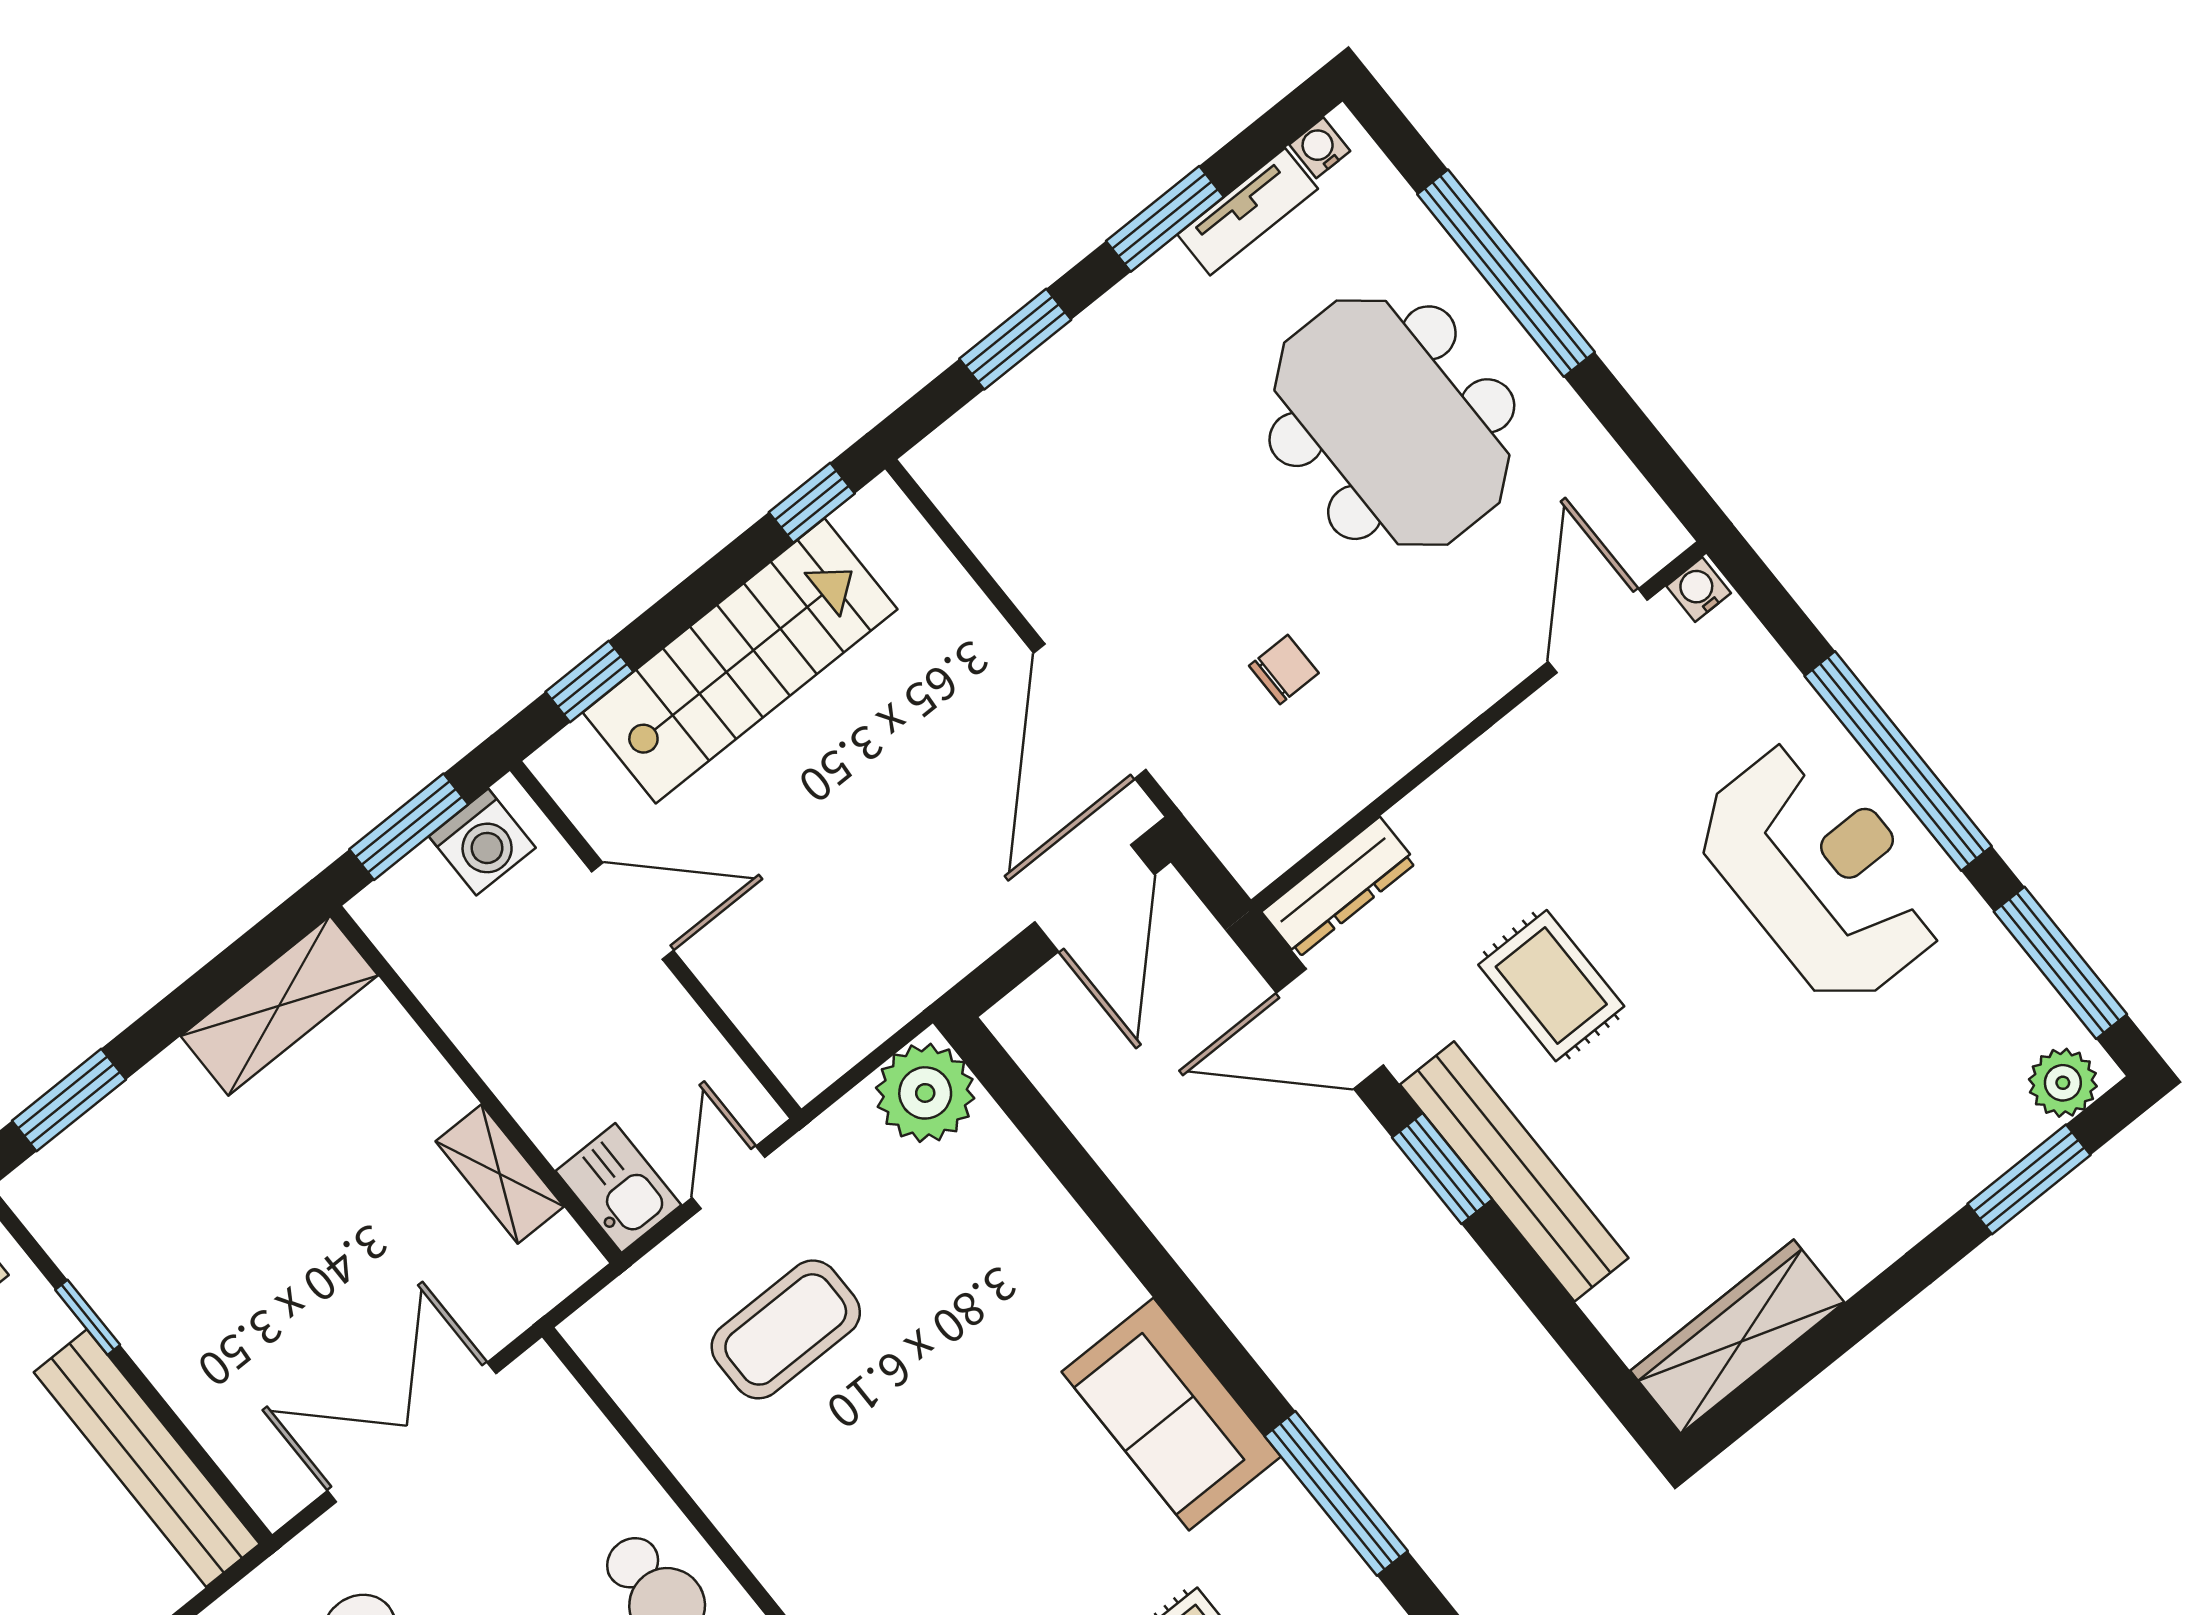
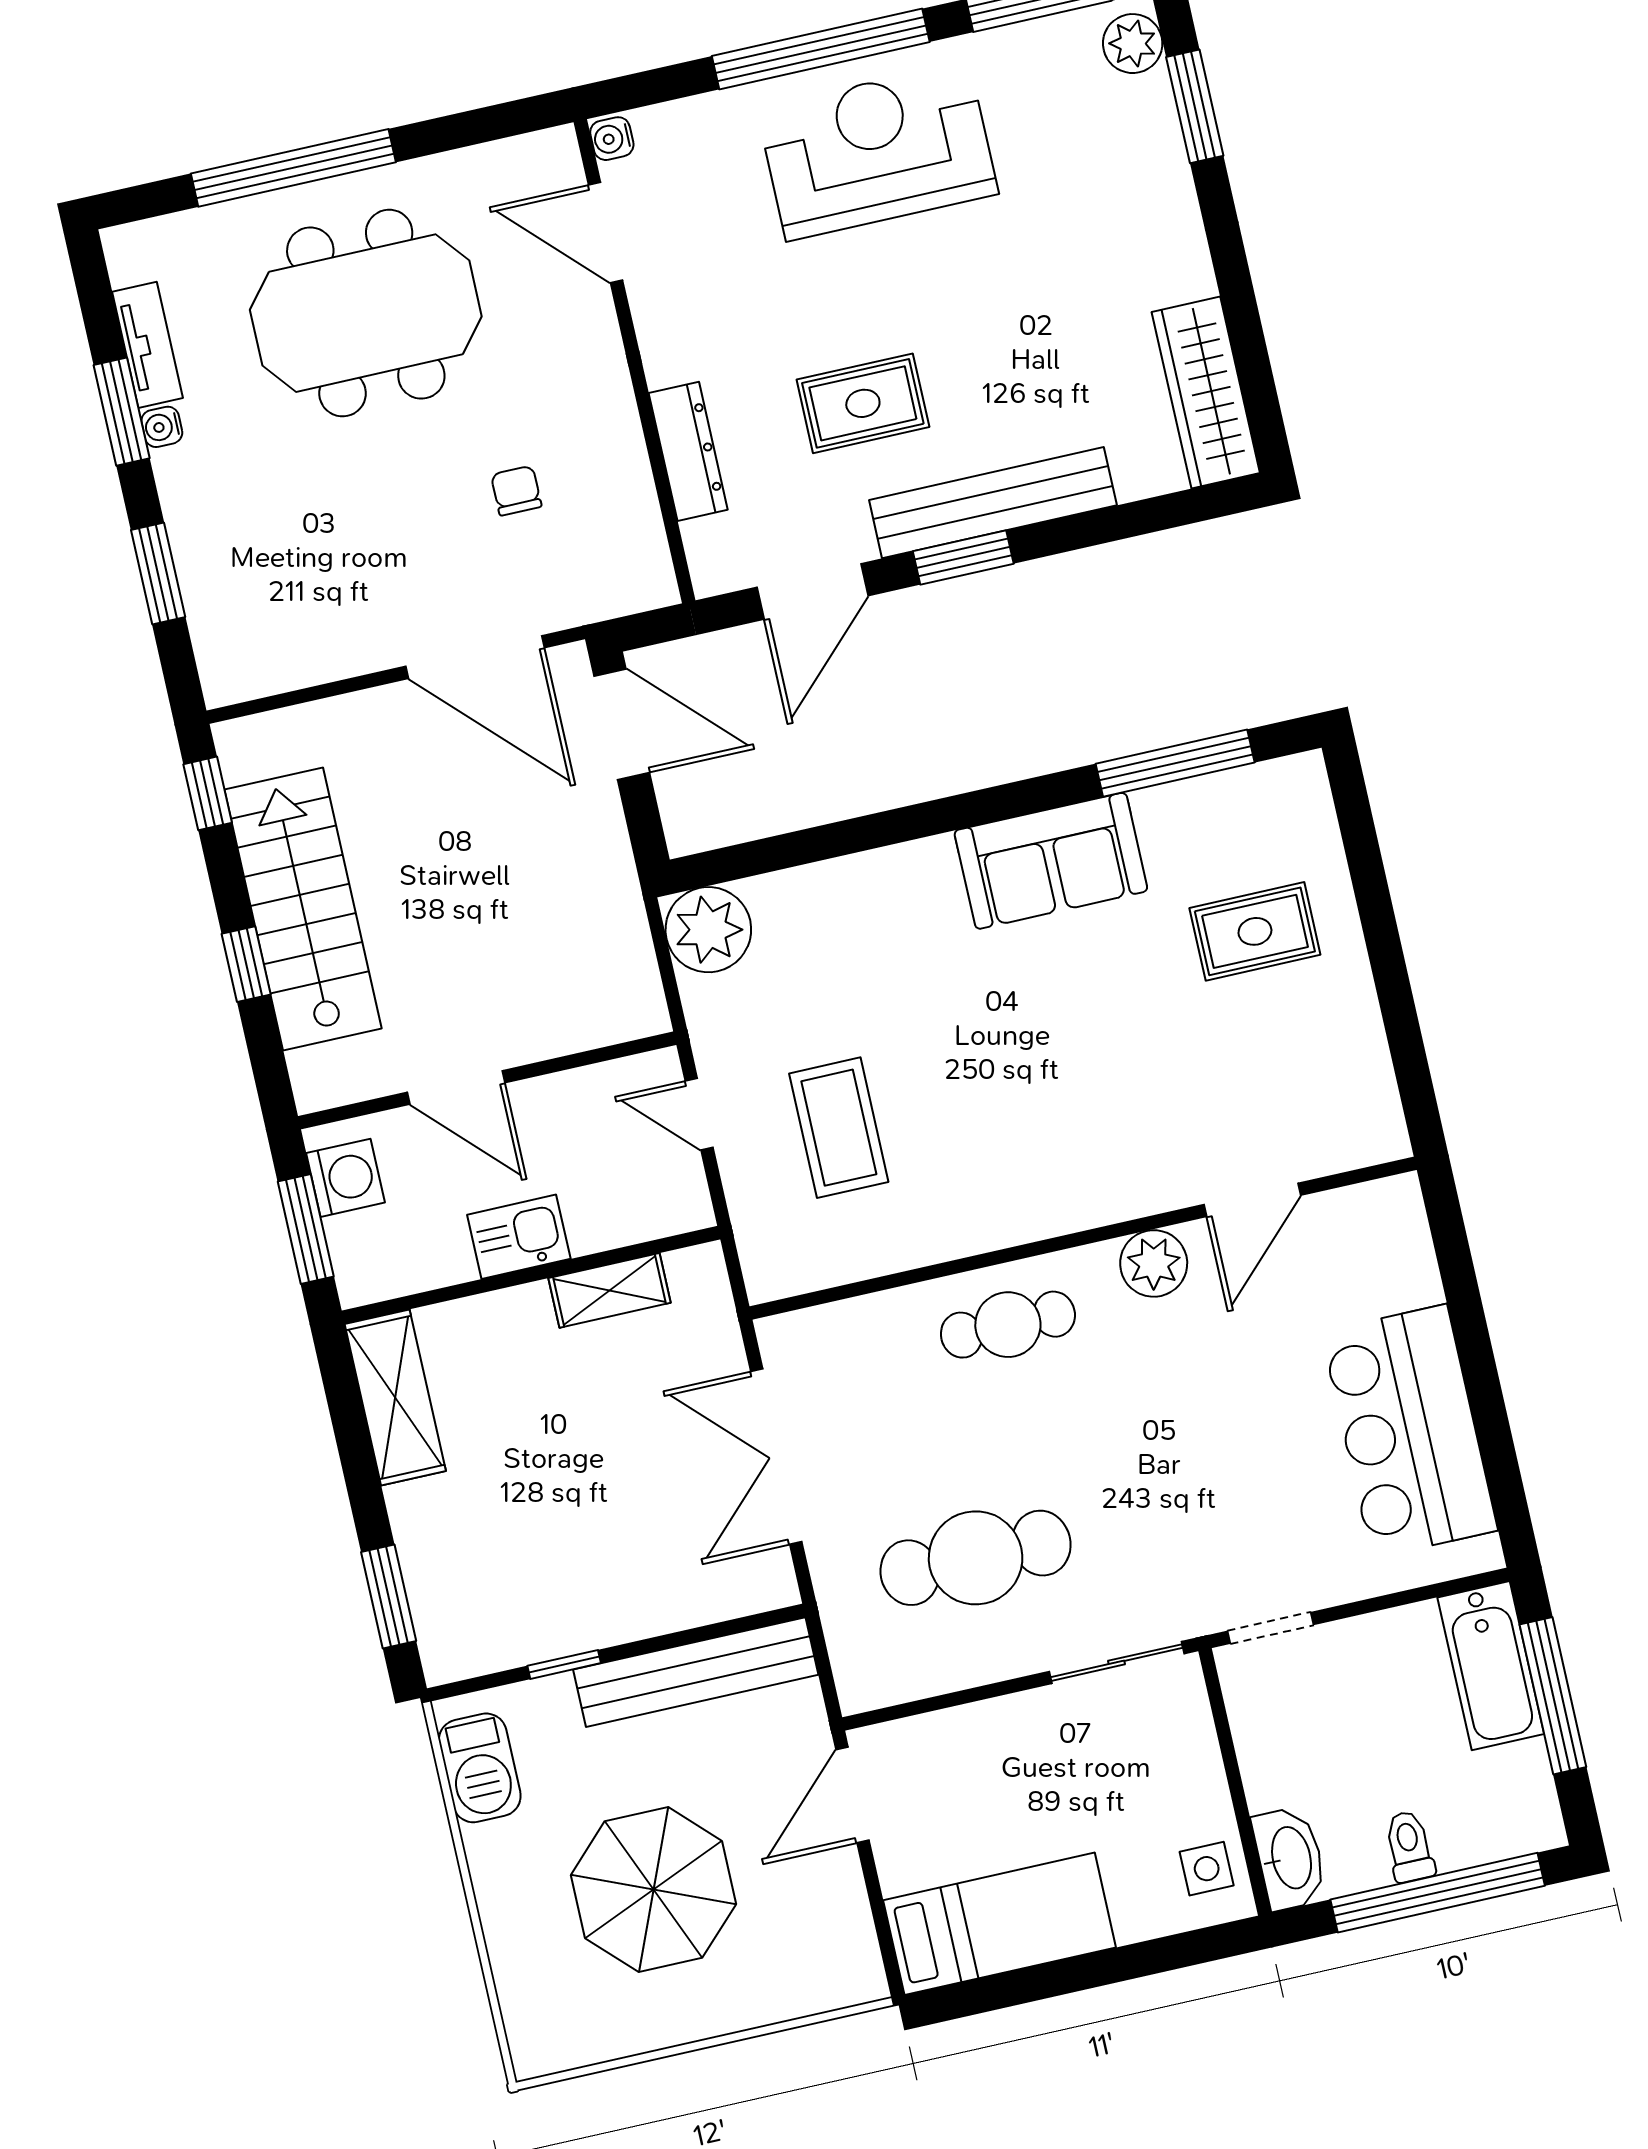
water cooler: (1320, 148) -> (162, 427), moved
window: (589, 682) -> (246, 964), moved
dresser: (1339, 887) -> (688, 451), moved
door: (633, 911) -> (456, 1087), swing flipped
kitchen sink: (618, 1188) -> (519, 1237), moved

